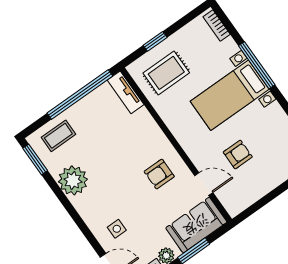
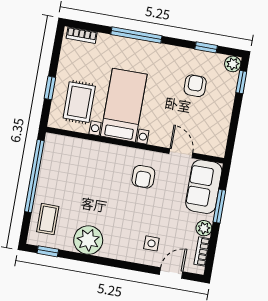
tv unit: (126, 92) -> (64, 143), removed
bed with nightstands: (230, 95) -> (124, 105), moved, turned 180
armchair: (238, 155) -> (195, 86), moved
window: (35, 159) -> (48, 251), width x0.67
door: (204, 184) -> (181, 153), hinge flipped

